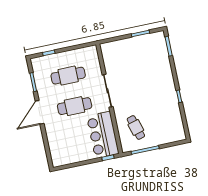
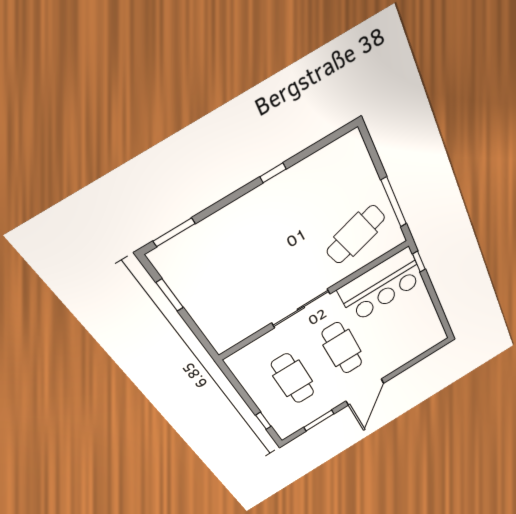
door: (40, 112) -> (365, 392), hinge flipped
cafe table: (136, 127) -> (356, 234), width x1.37, depth x1.35

